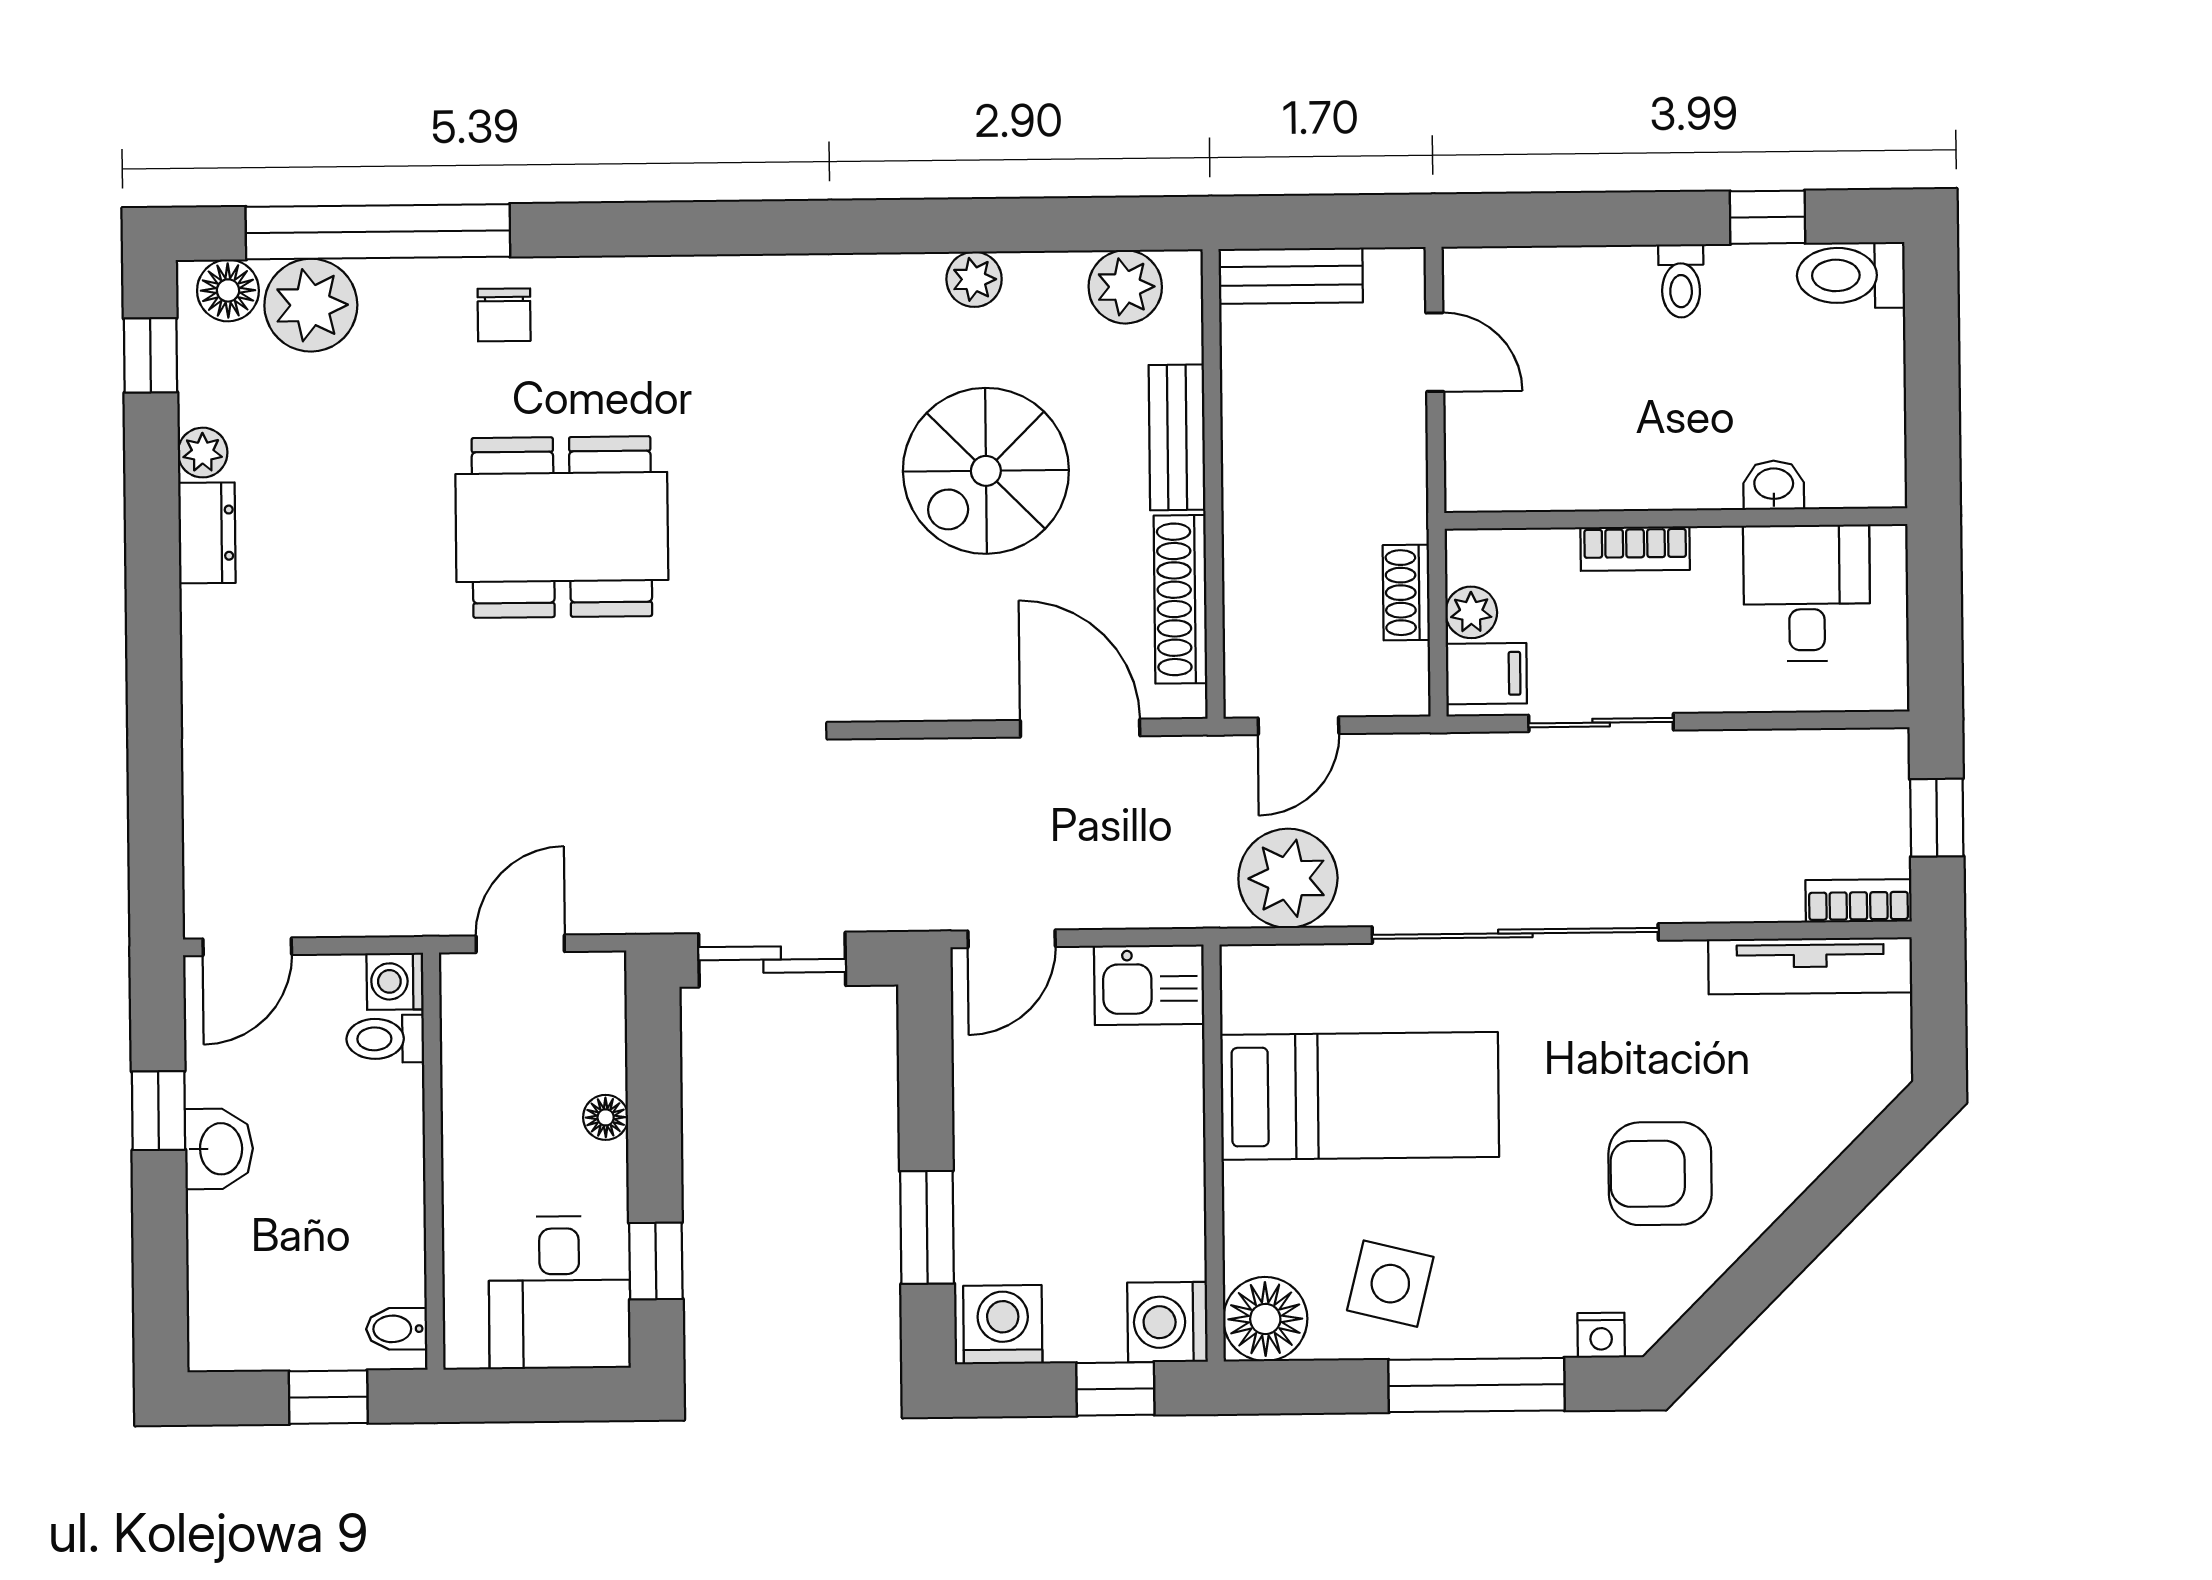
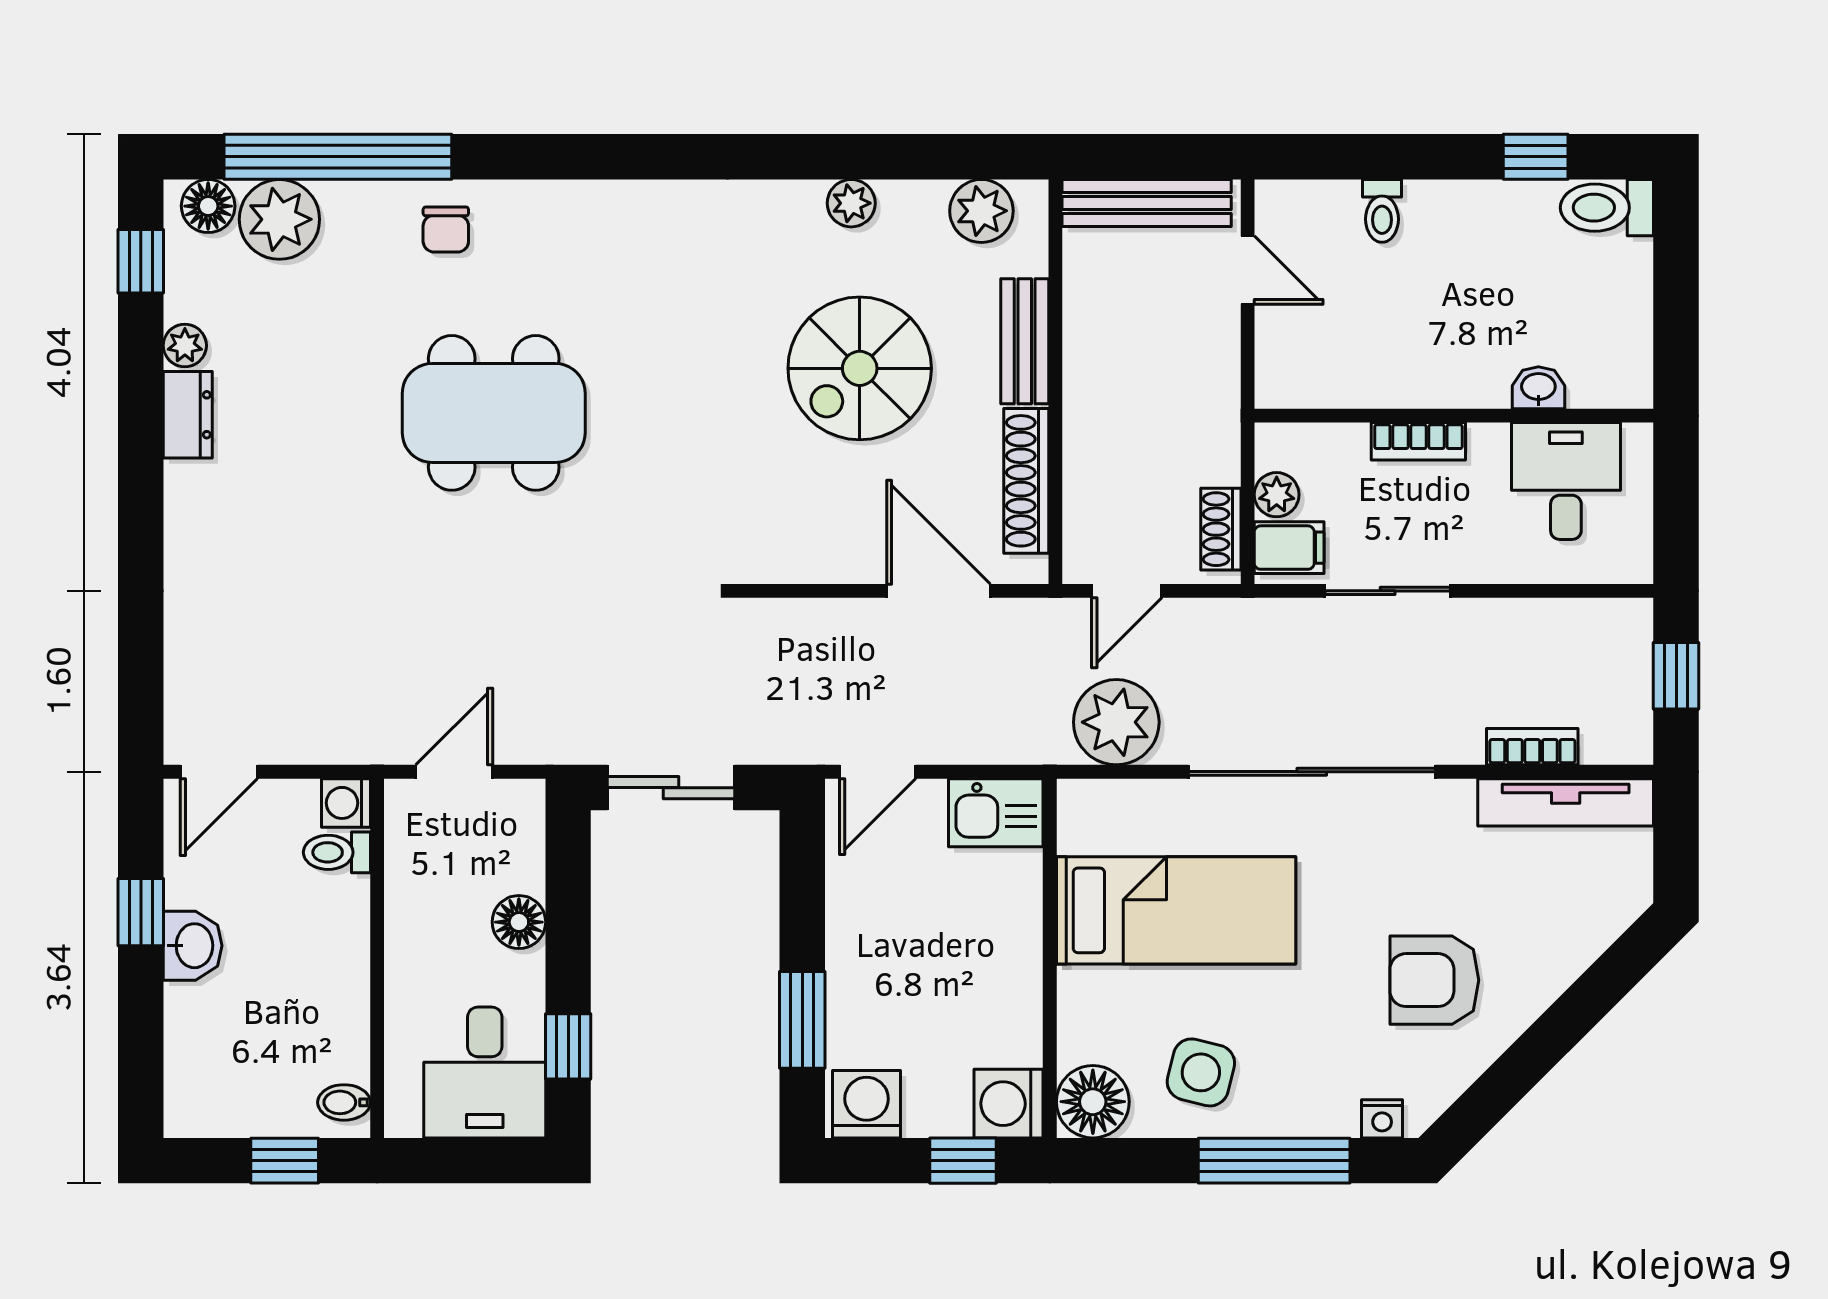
bench: (1291, 276) -> (1147, 203), width x1.36
toilet: (1681, 281) -> (1382, 211), moved
shoe rack: (1406, 593) -> (1221, 529), moved
bookcase: (1859, 901) -> (1532, 747), moved
floor lamp: (606, 1117) -> (519, 922), width x1.37, depth x1.37

